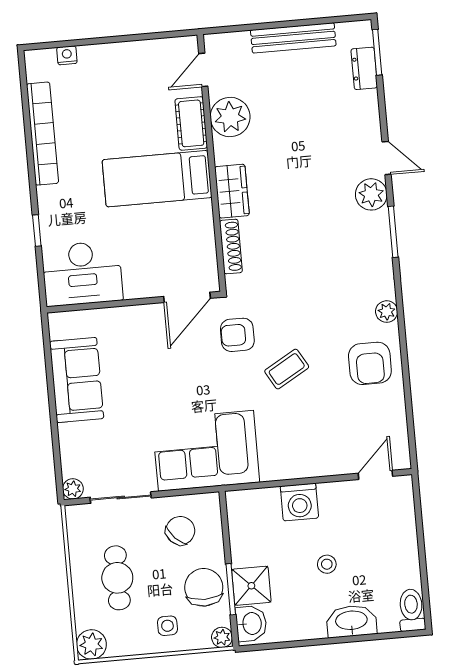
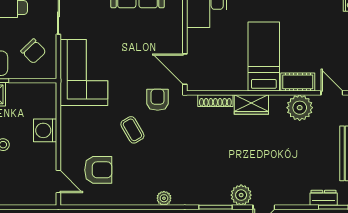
armchair: (370, 363) -> (98, 170), moved, turned 180

